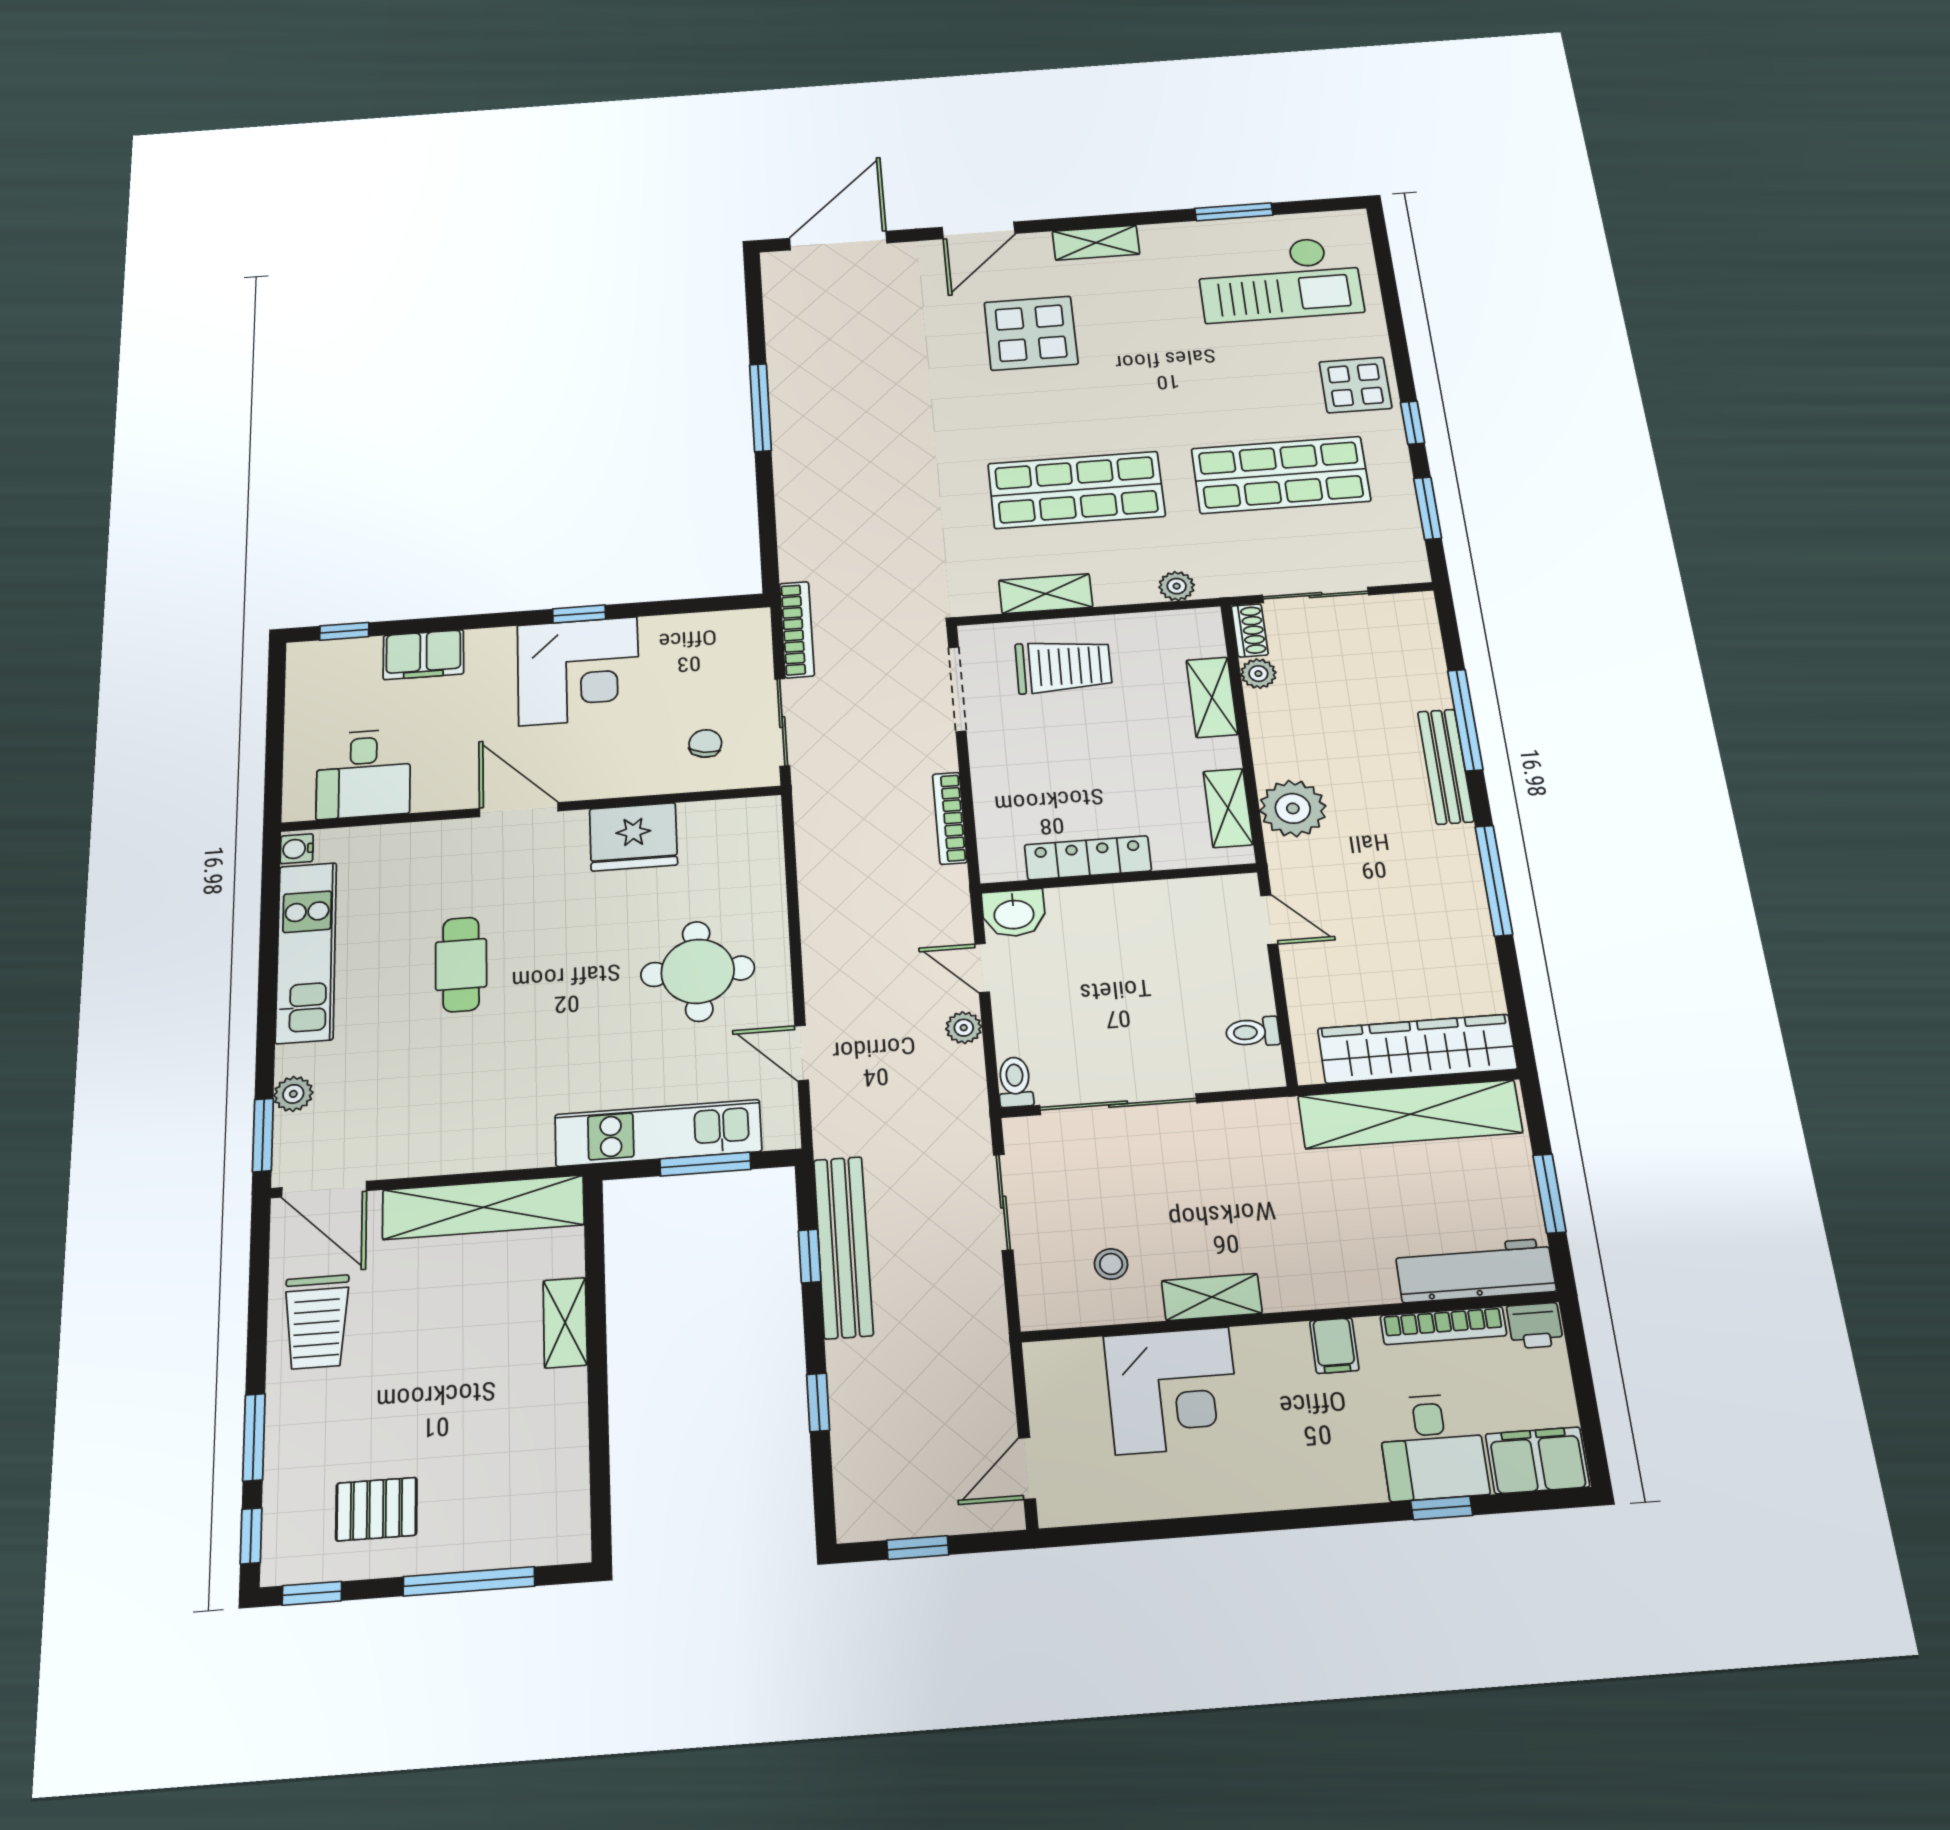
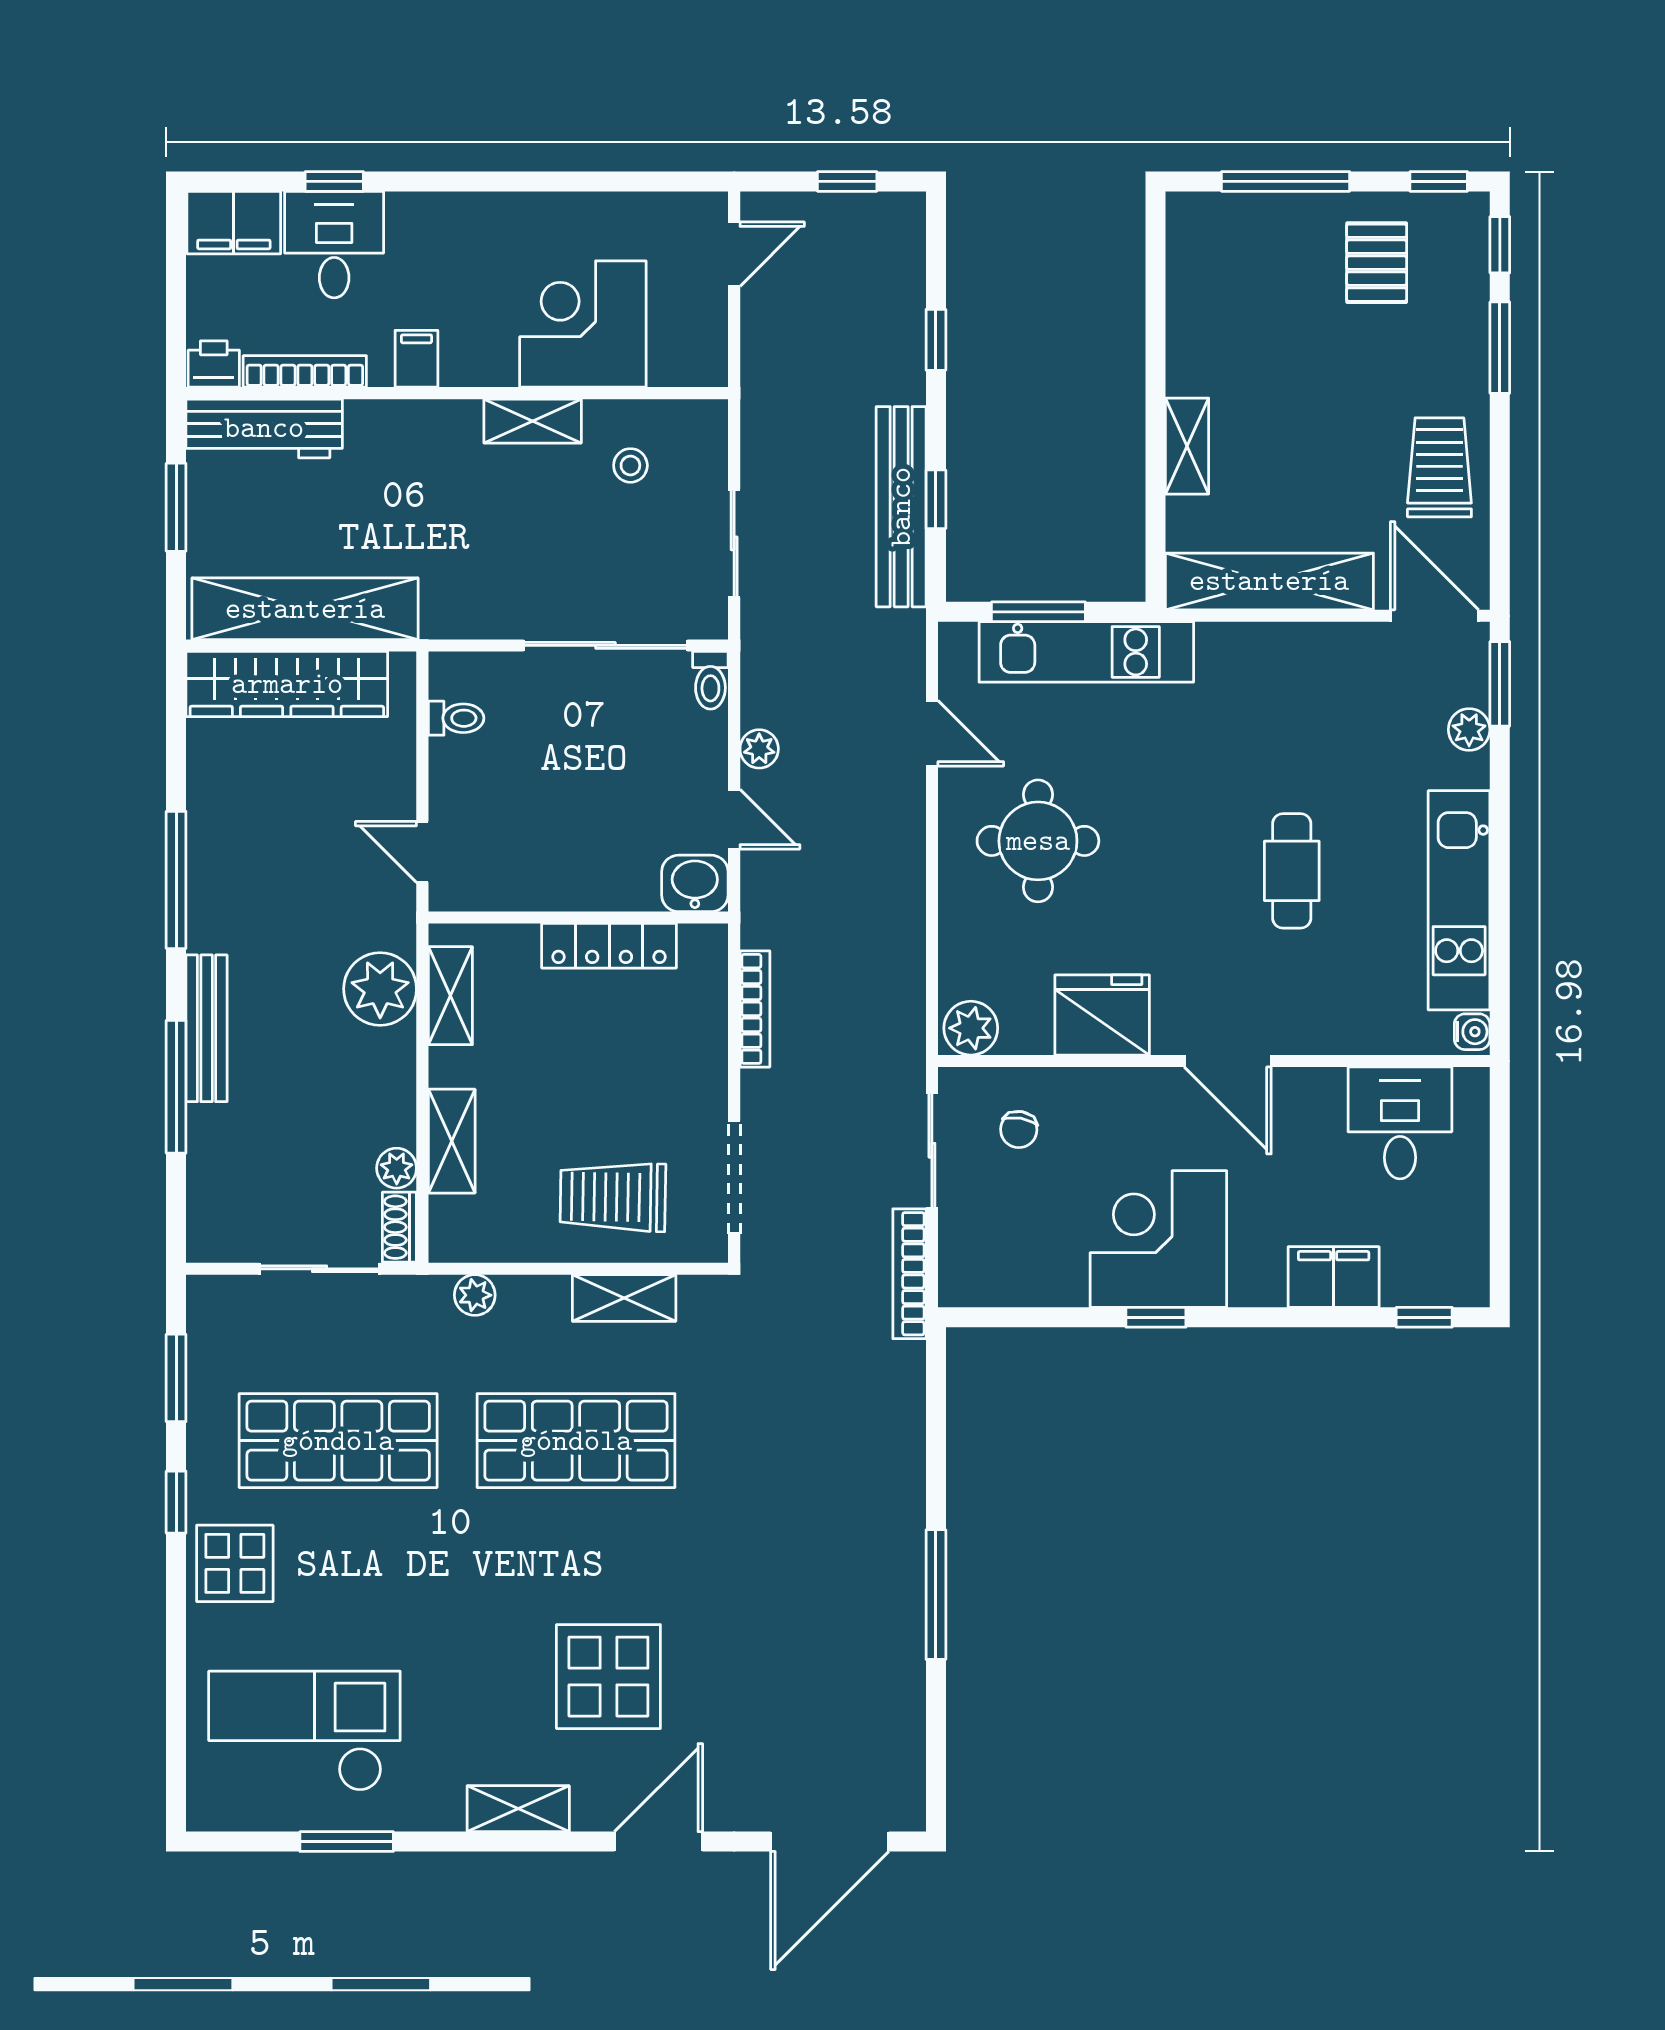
plant: (752, 818) -> (971, 1028), added
pallet: (376, 1509) -> (1377, 263), turned 90

